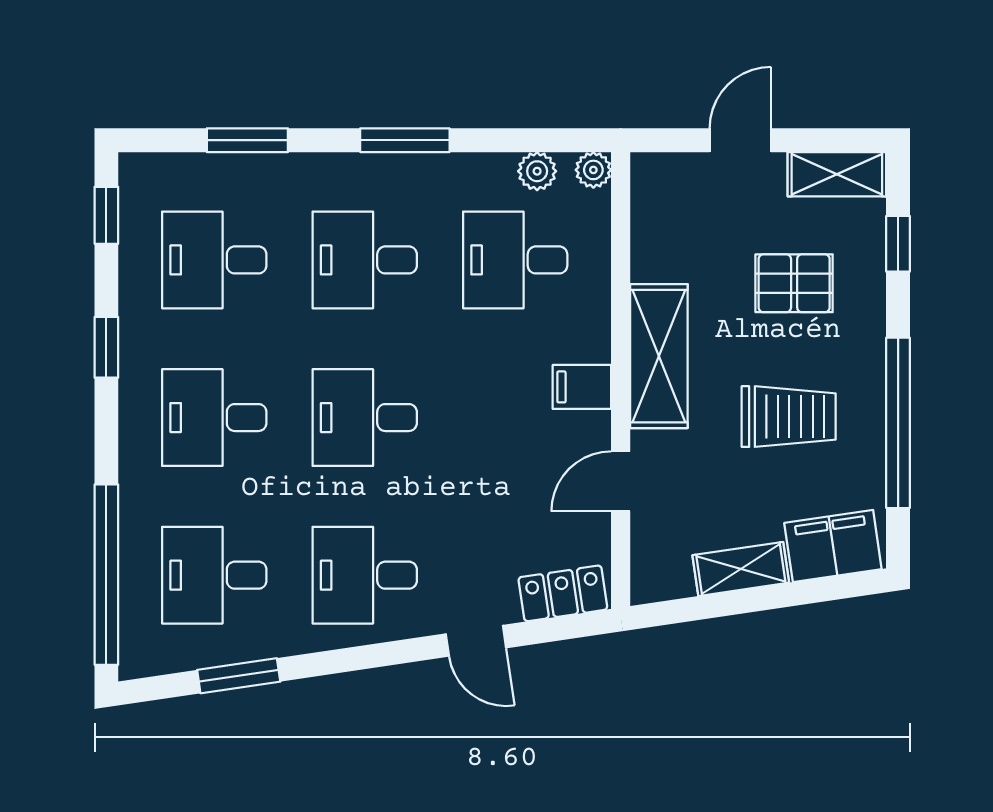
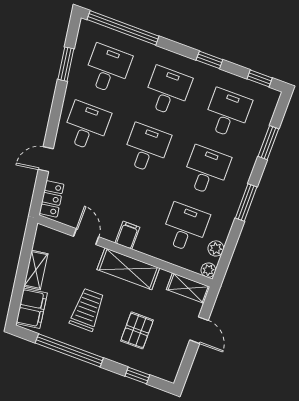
shelving: (837, 174) -> (188, 288), moved, turned 90
trolley: (789, 417) -> (87, 310), turned 180

